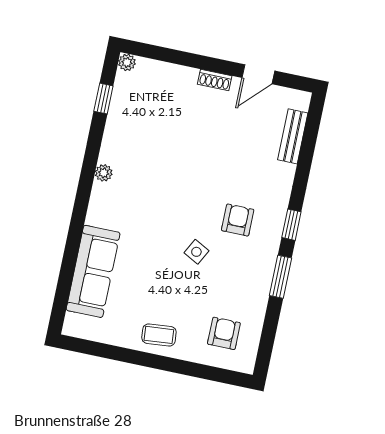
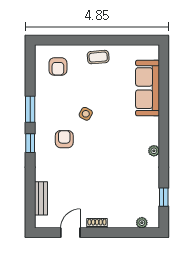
plant: (127, 62) -> (142, 223), moved
armchair: (238, 220) -> (64, 139), turned 180

